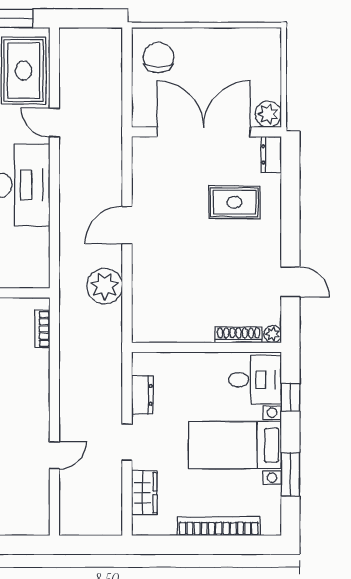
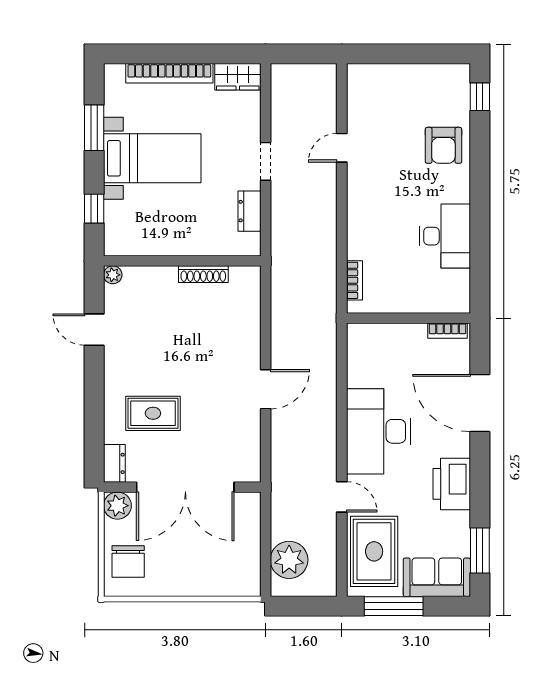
chair: (158, 58) -> (128, 561), moved
plant: (105, 286) -> (289, 560), moved
shoe rack: (239, 335) -> (203, 274), moved
desk: (255, 380) -> (131, 227), removed
wardrobe: (144, 493) -> (238, 77), moved, turned -90

